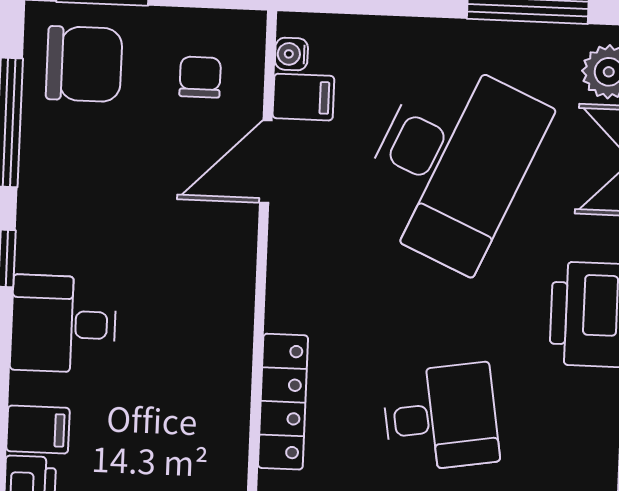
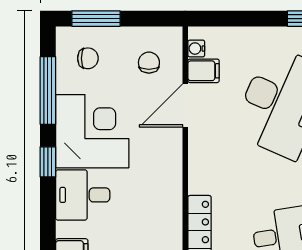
chair: (84, 64) -> (88, 58), width x0.54, depth x0.54
corner desk: (87, 203) -> (92, 131), added

